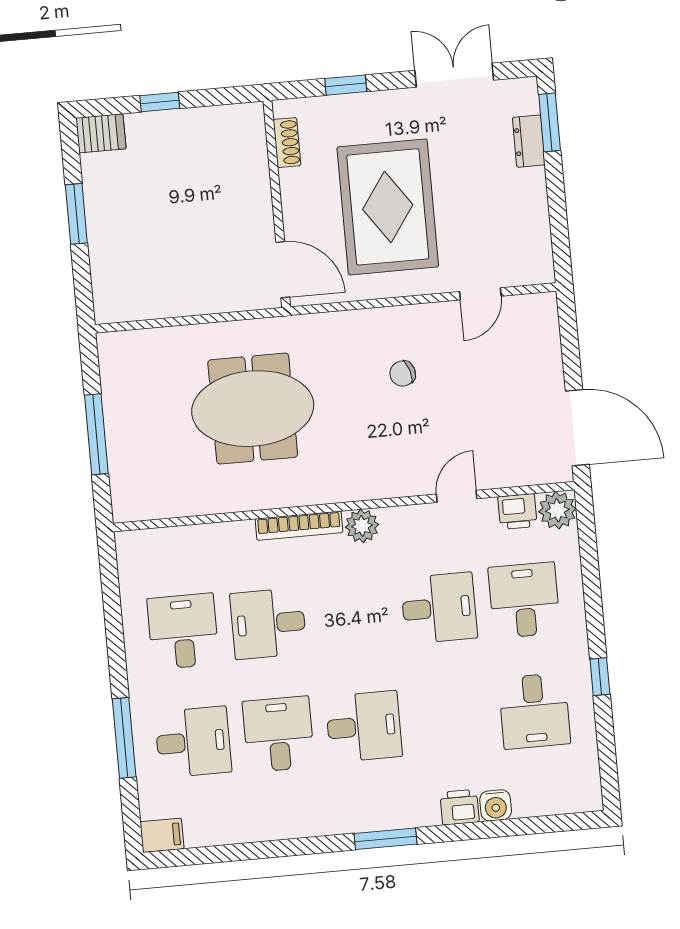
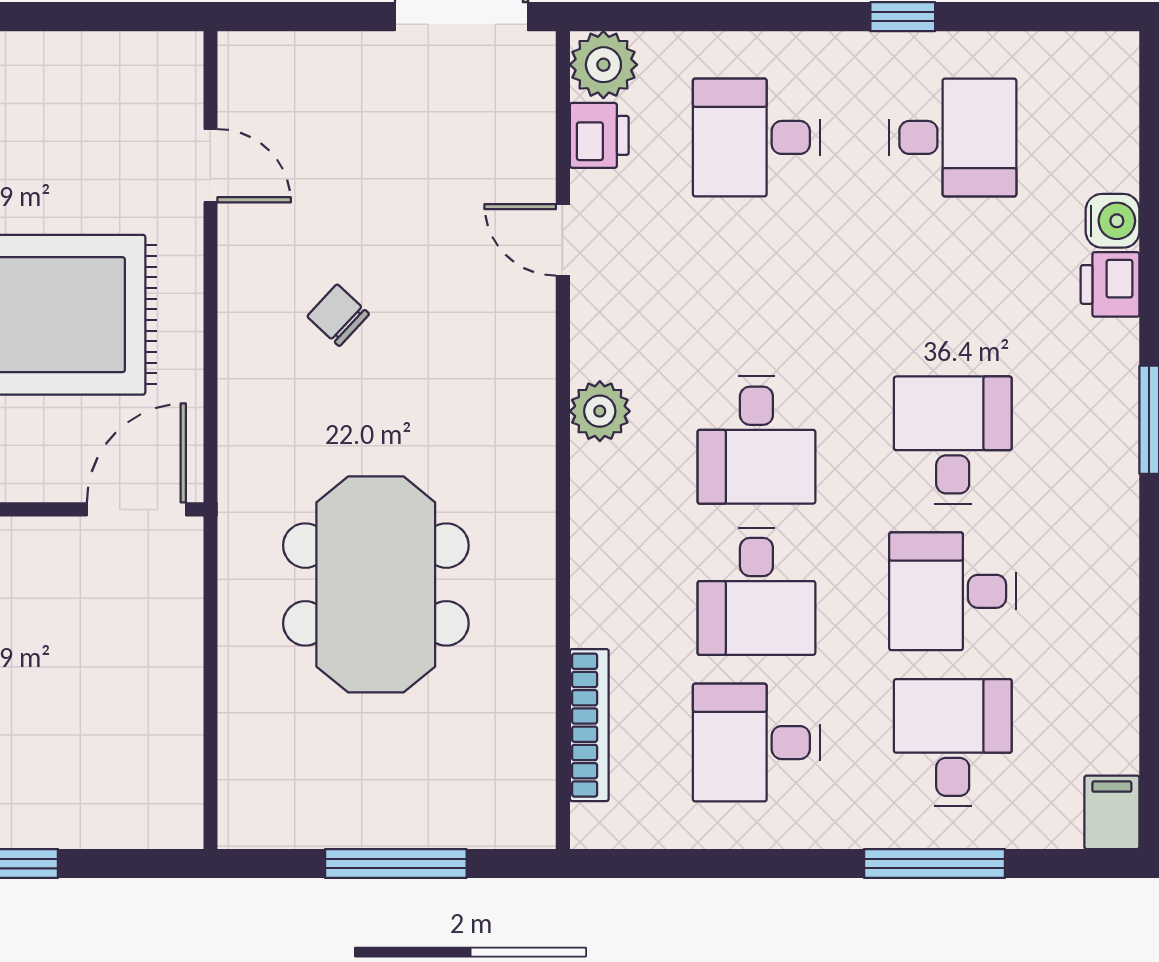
chair: (403, 374) -> (338, 315), turned 150
bookcase: (299, 526) -> (589, 725), moved
desk: (439, 608) -> (756, 440), moved, turned 180

